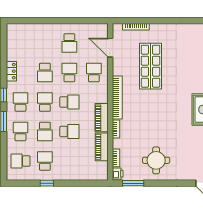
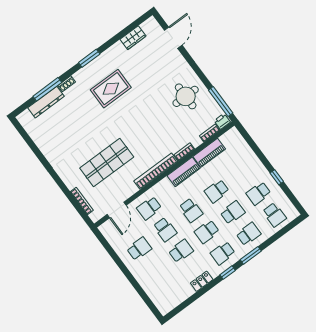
school desk: (69, 72) -> (165, 230), turned -90
school desk: (69, 102) -> (191, 210), turned 180
school desk: (20, 131) -> (249, 234), turned 180
school desk: (69, 131) -> (217, 191), turned -90
window: (133, 183) -> (221, 102), width x1.44

